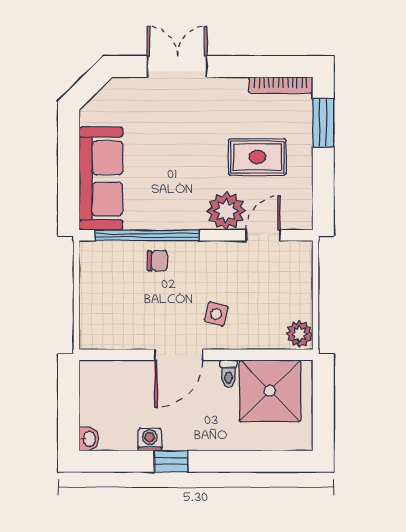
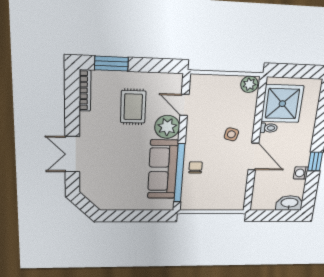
sofa: (101, 178) -> (163, 169), moved, turned -90
washbasin: (89, 439) -> (289, 203), width x1.91, depth x1.45

